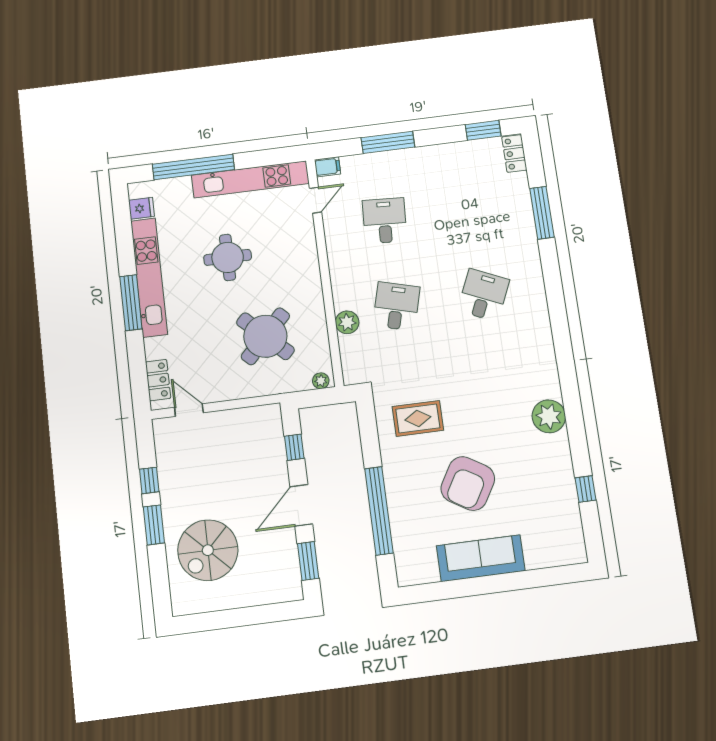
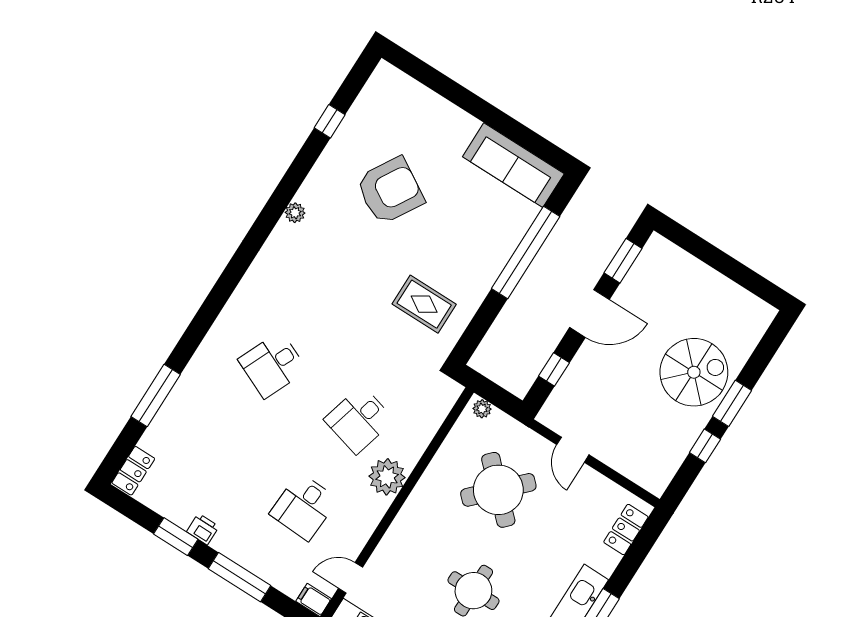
window: (483, 130) -> (176, 537), moved
printer: (438, 153) -> (203, 529), added
plant: (347, 322) -> (387, 477), moved, width x1.36, depth x1.36
door: (189, 410) -> (573, 450), moved
plant: (549, 416) -> (295, 213), width x0.53, depth x0.53
armchair: (468, 483) -> (390, 191), moved
spiral stairs: (208, 550) -> (694, 372), moved
sofa: (481, 558) -> (513, 165), moved

